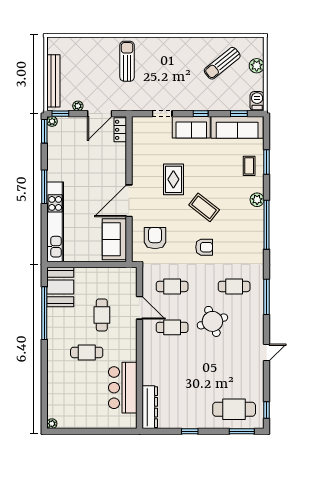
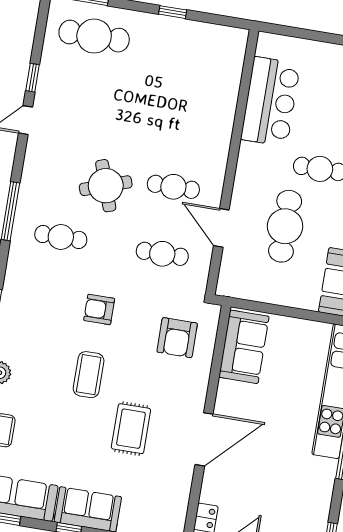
door: (129, 201) -> (204, 439), moved
coffee table: (204, 207) -> (89, 375), turned 52
cafe table: (102, 315) -> (285, 226), width x1.37, depth x1.35
dresser: (150, 407) -> (231, 62), removed
window: (267, 410) -> (32, 78), moved

